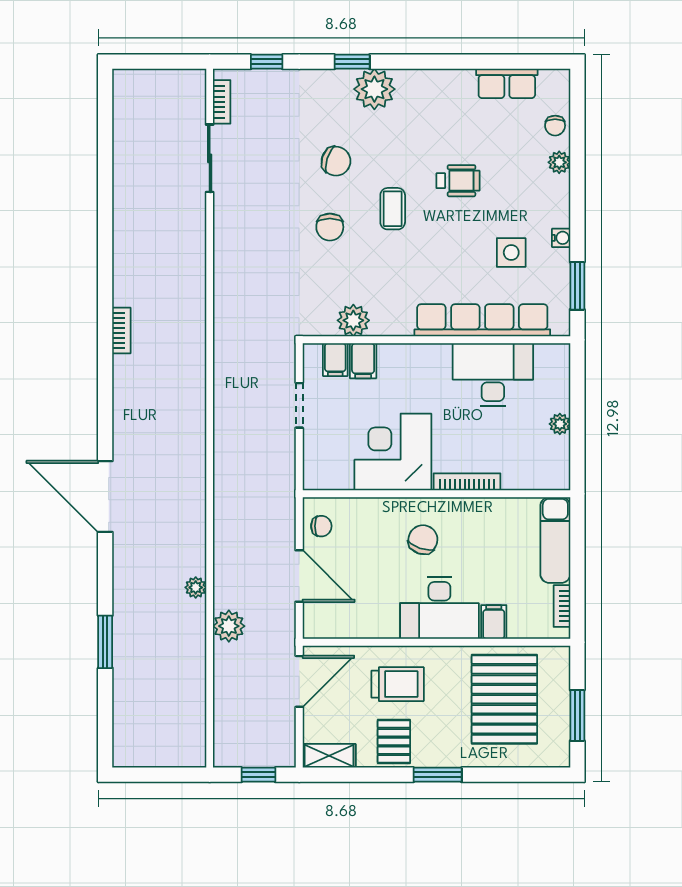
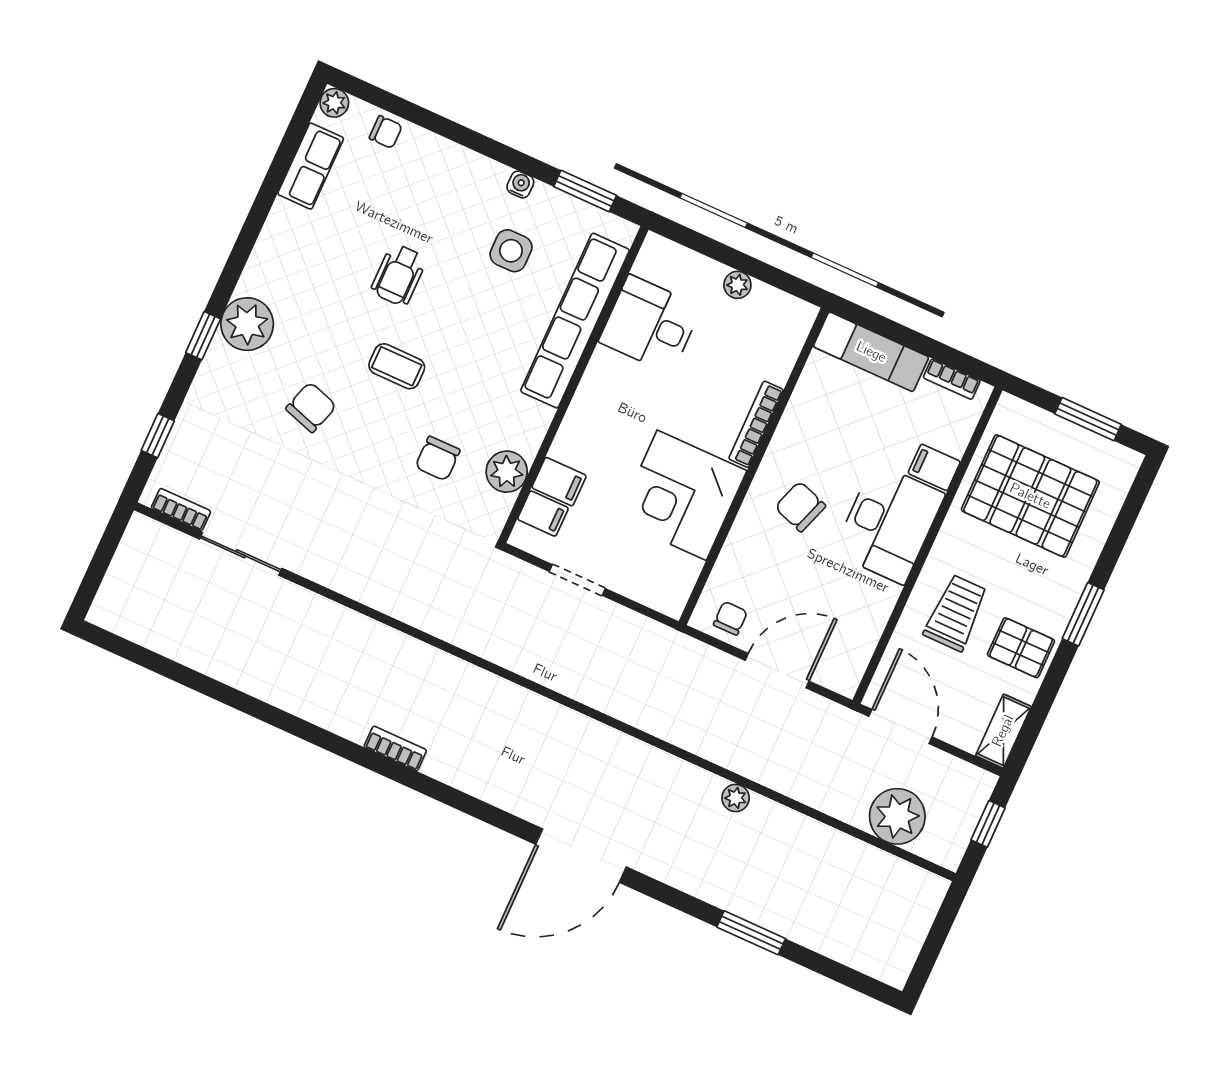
plant: (559, 162) -> (334, 103), moved
wheelchair: (458, 181) -> (399, 275), turned 180
chair: (330, 227) -> (438, 459), moved, turned 90
desk: (493, 375) -> (650, 324), width x0.73
plant: (229, 626) -> (897, 816), moved, width x1.36, depth x1.36

